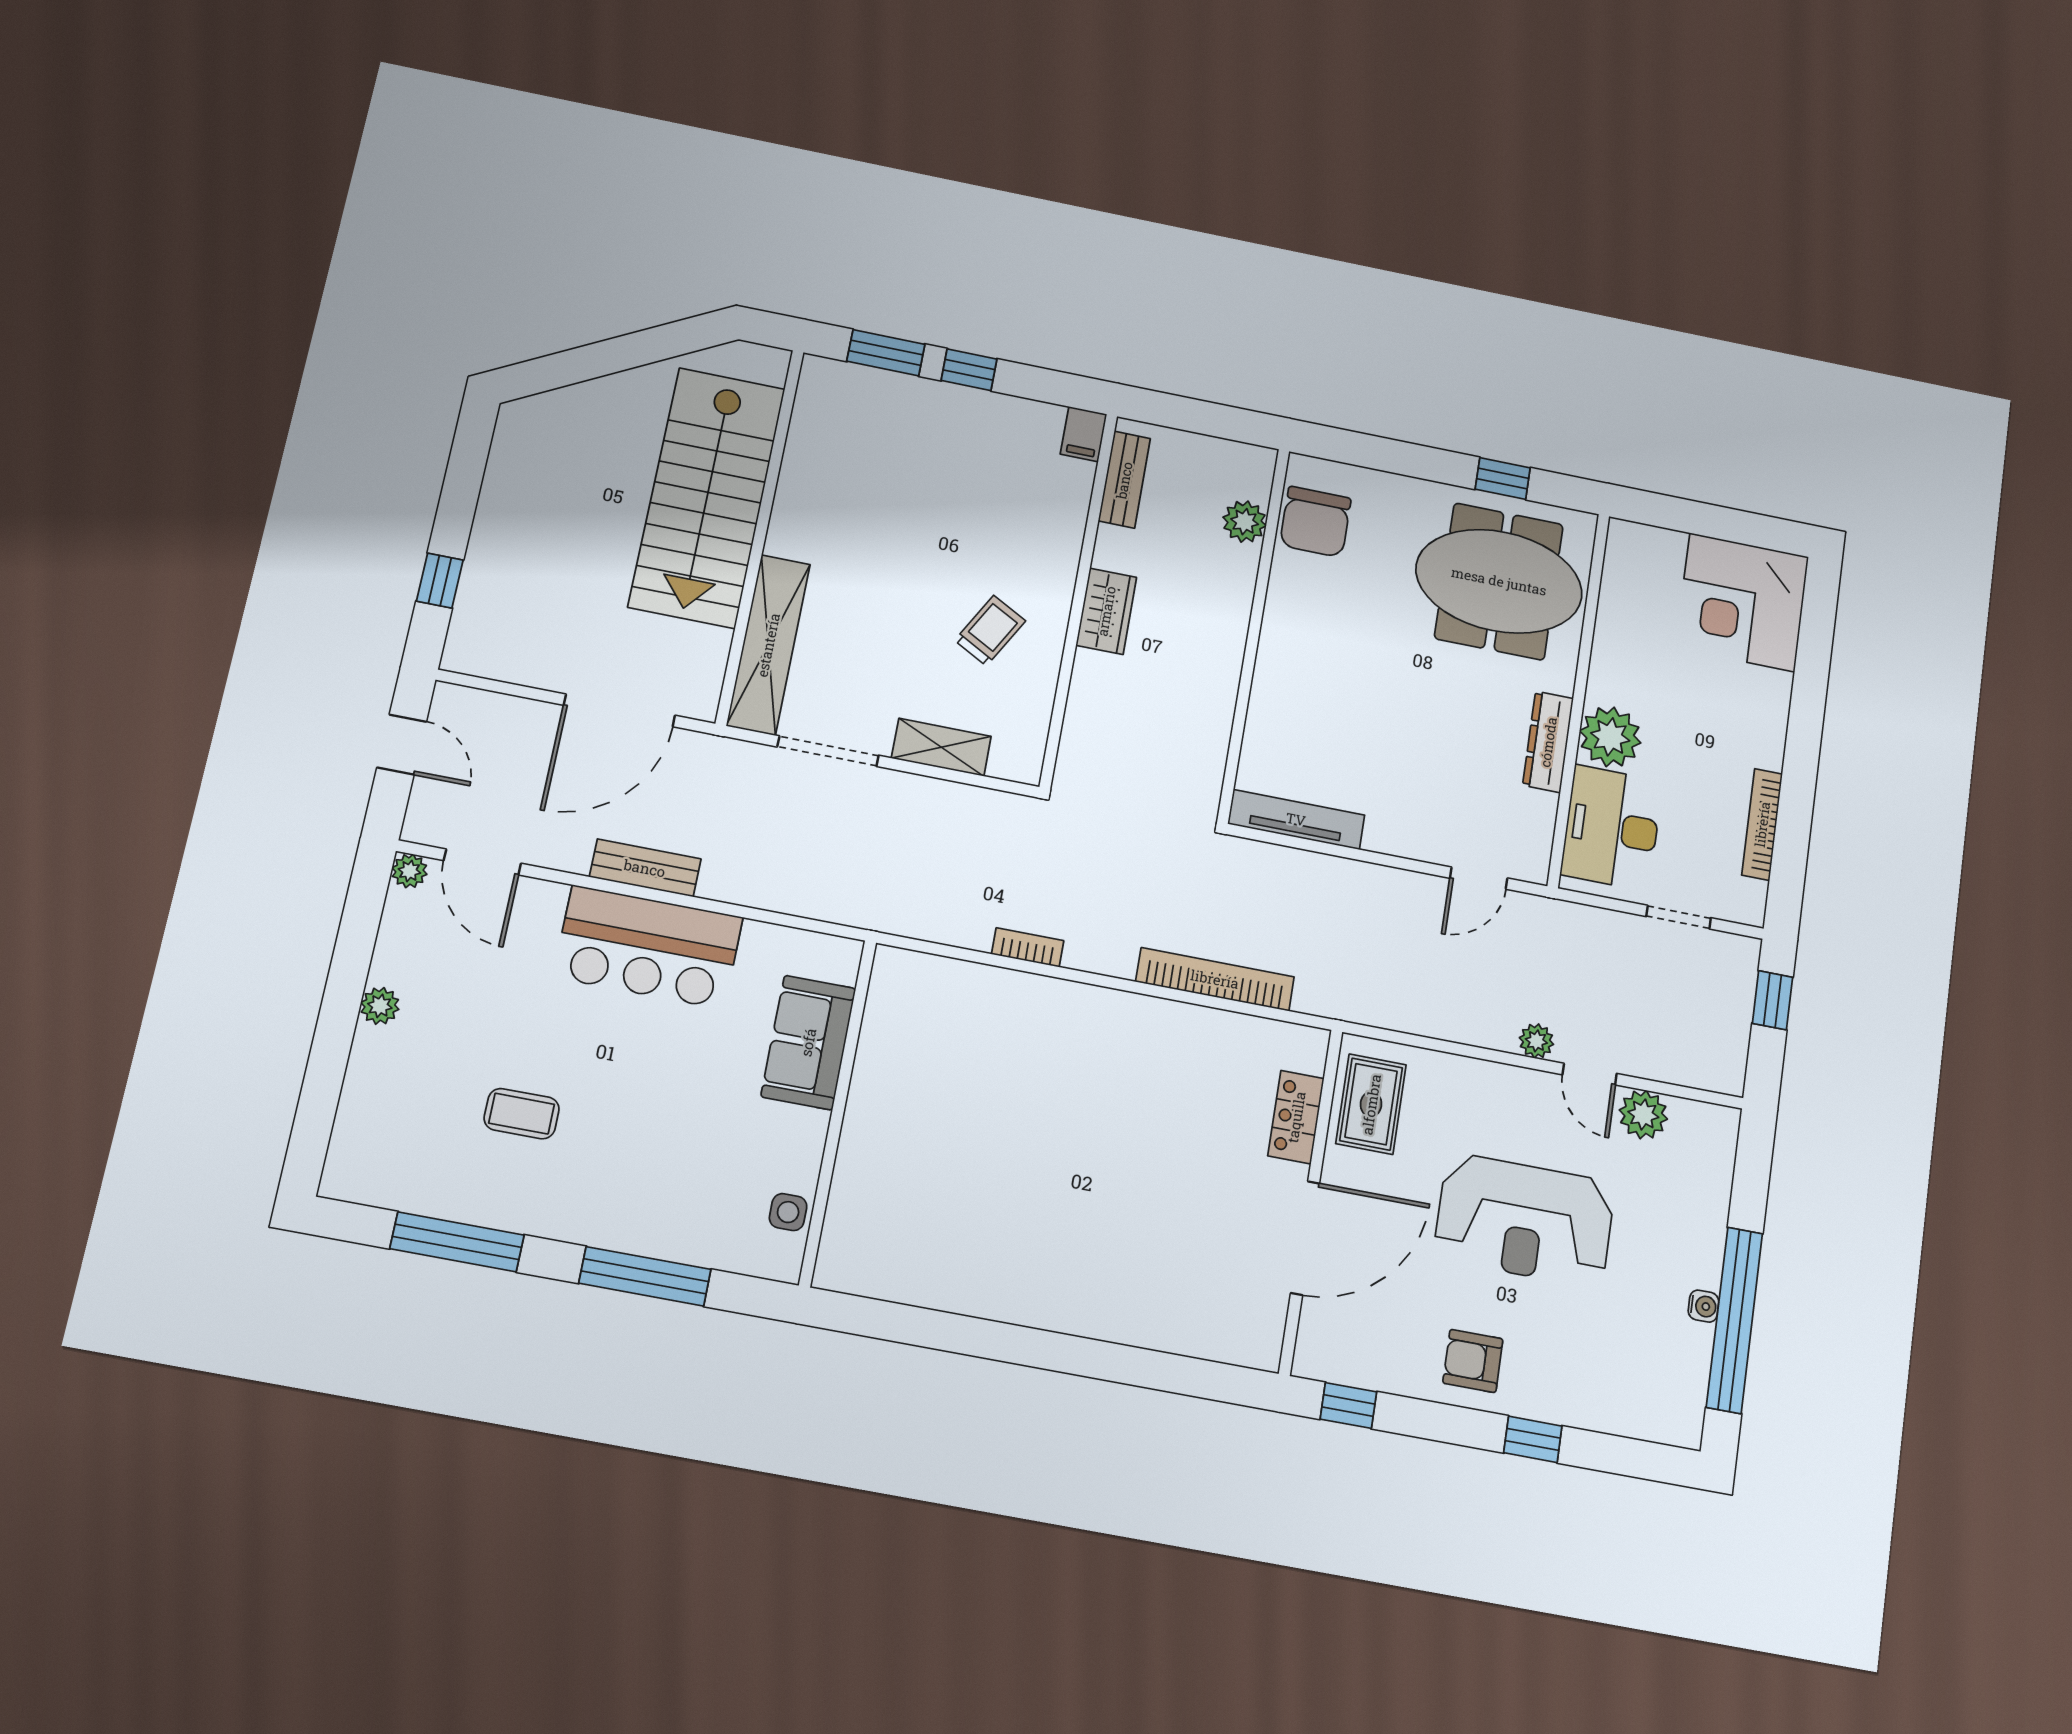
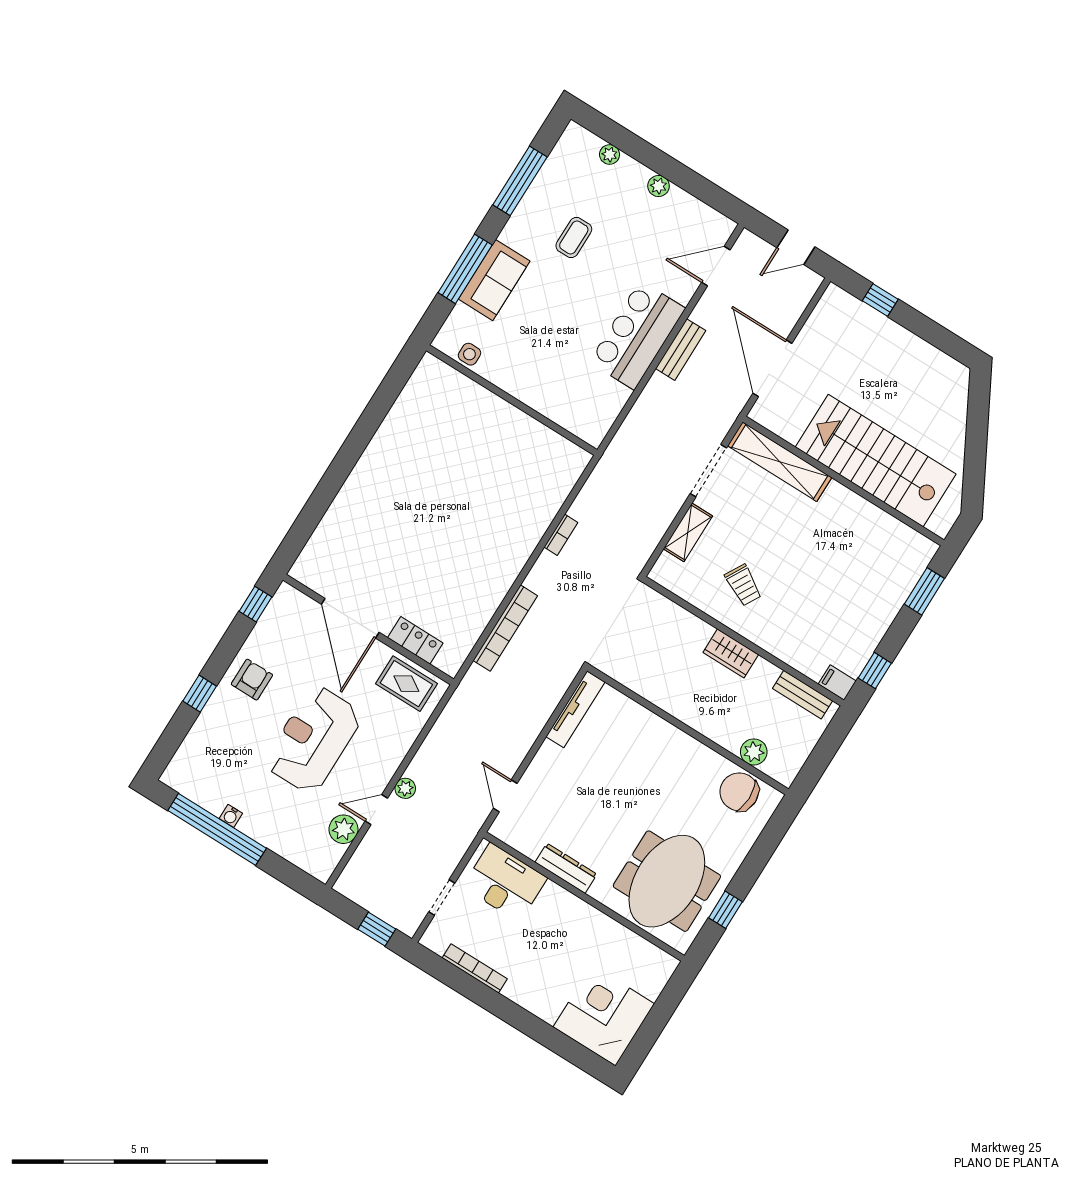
window: (969, 370) -> (875, 671), moved
plant: (1610, 737) -> (556, 905), removed
plant: (409, 871) -> (610, 155), moved
sofa: (808, 1042) -> (494, 280), moved, turned 90

